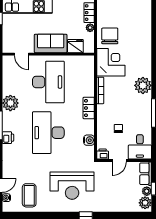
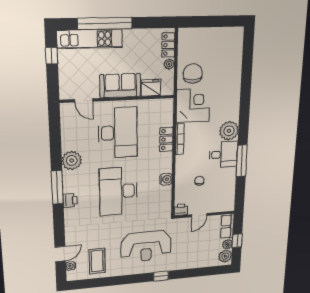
locker: (89, 108) -> (166, 139), moved
water cooler: (89, 140) -> (166, 179), moved
desk: (140, 147) -> (223, 154), moved, turned -90

